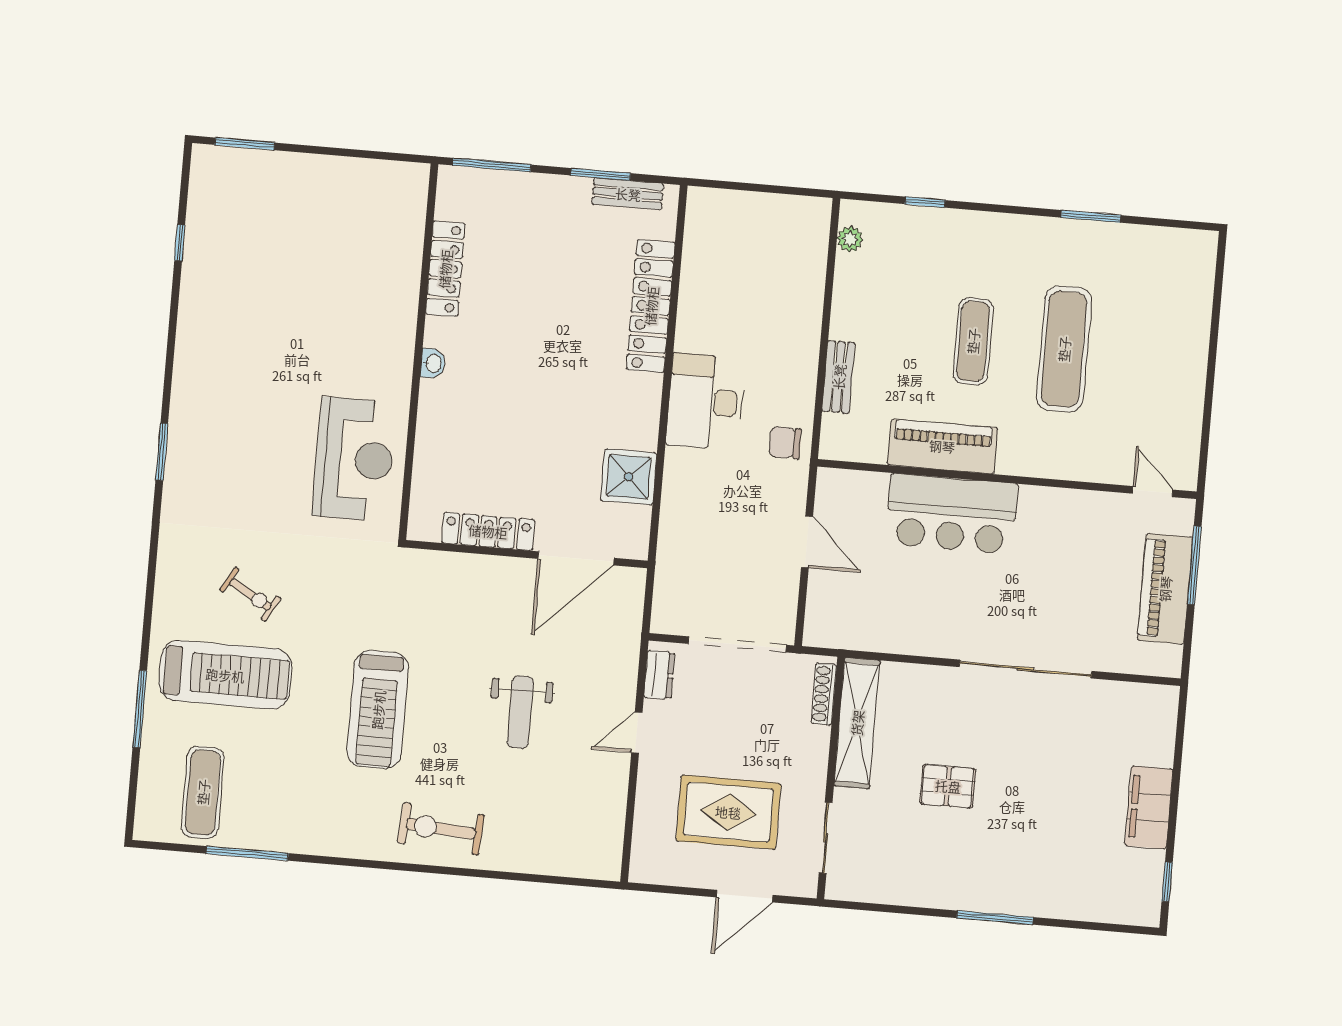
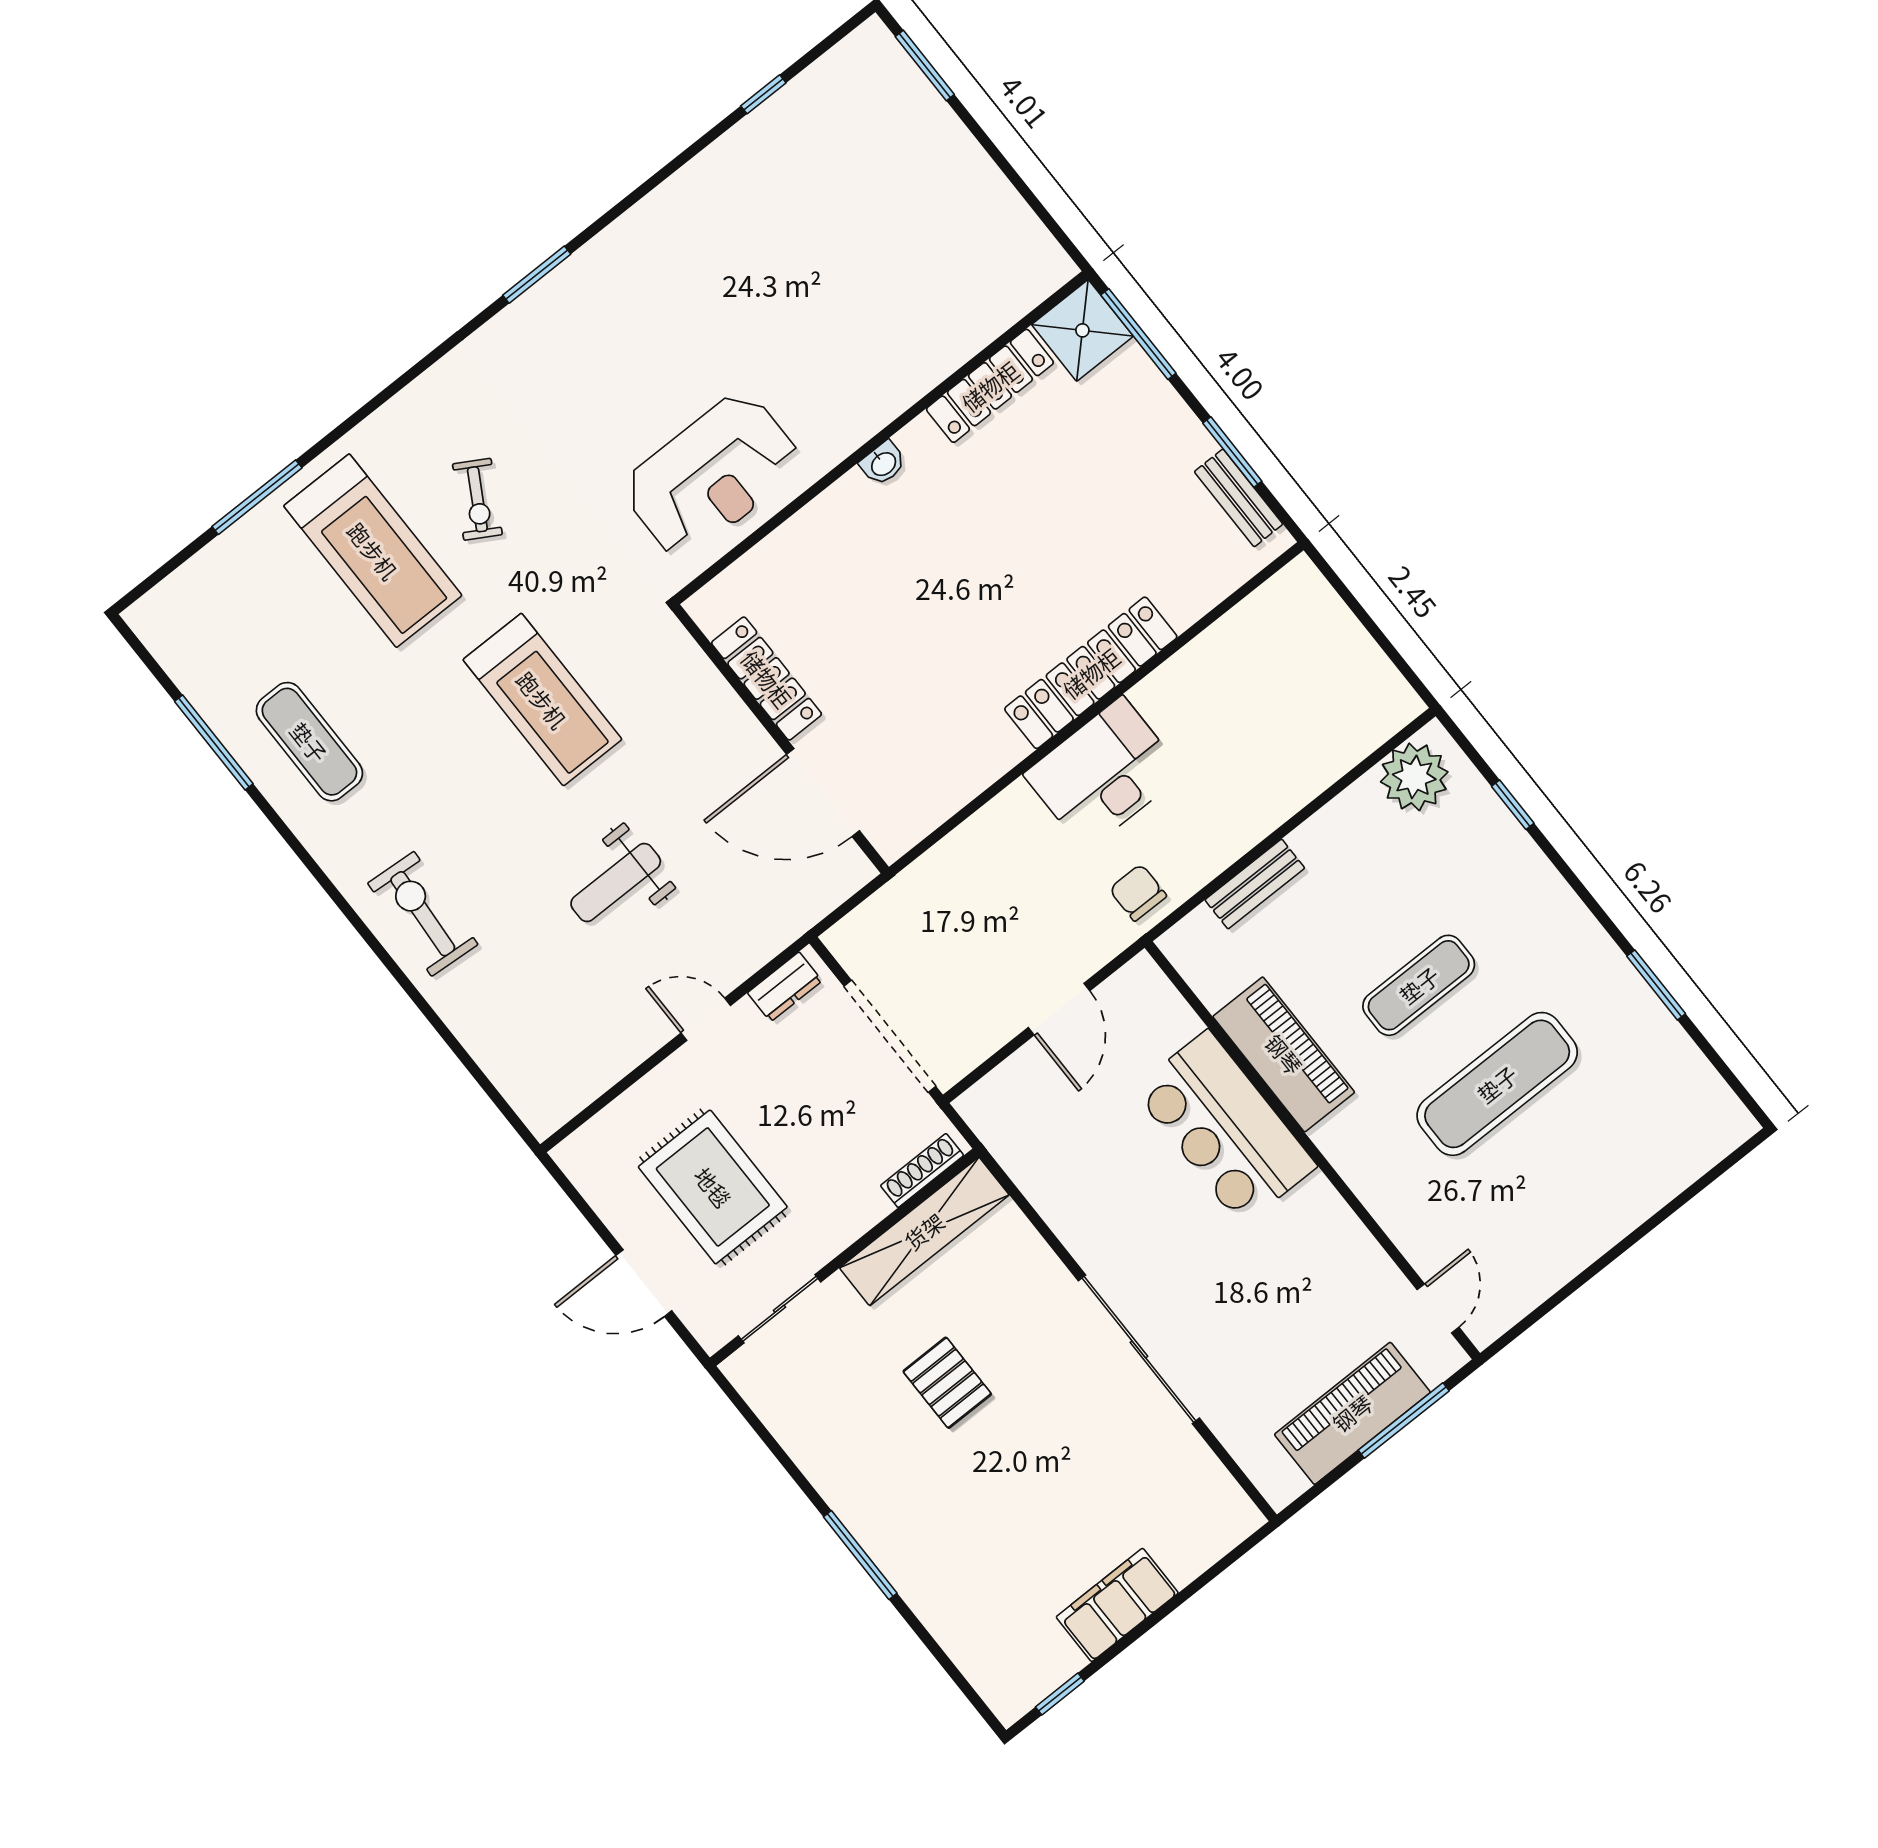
plant: (850, 239) -> (1414, 777), width x1.88, depth x1.88
locker: (651, 306) -> (1091, 673), moved
shower: (629, 477) -> (1082, 330), moved
treadmill: (378, 710) -> (542, 700), moved, turned -90
exercise mat: (203, 792) -> (309, 742), moved, turned 90

